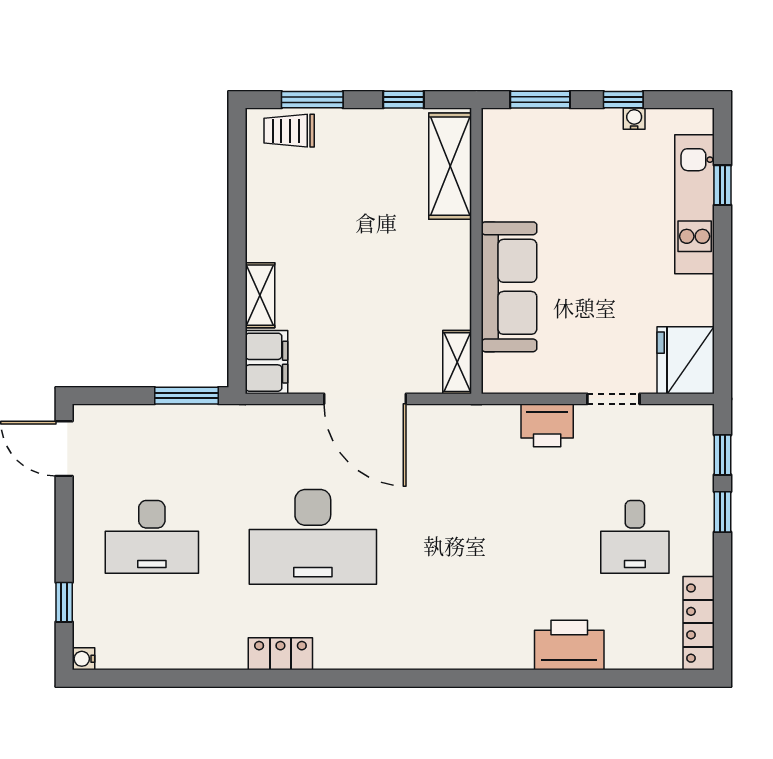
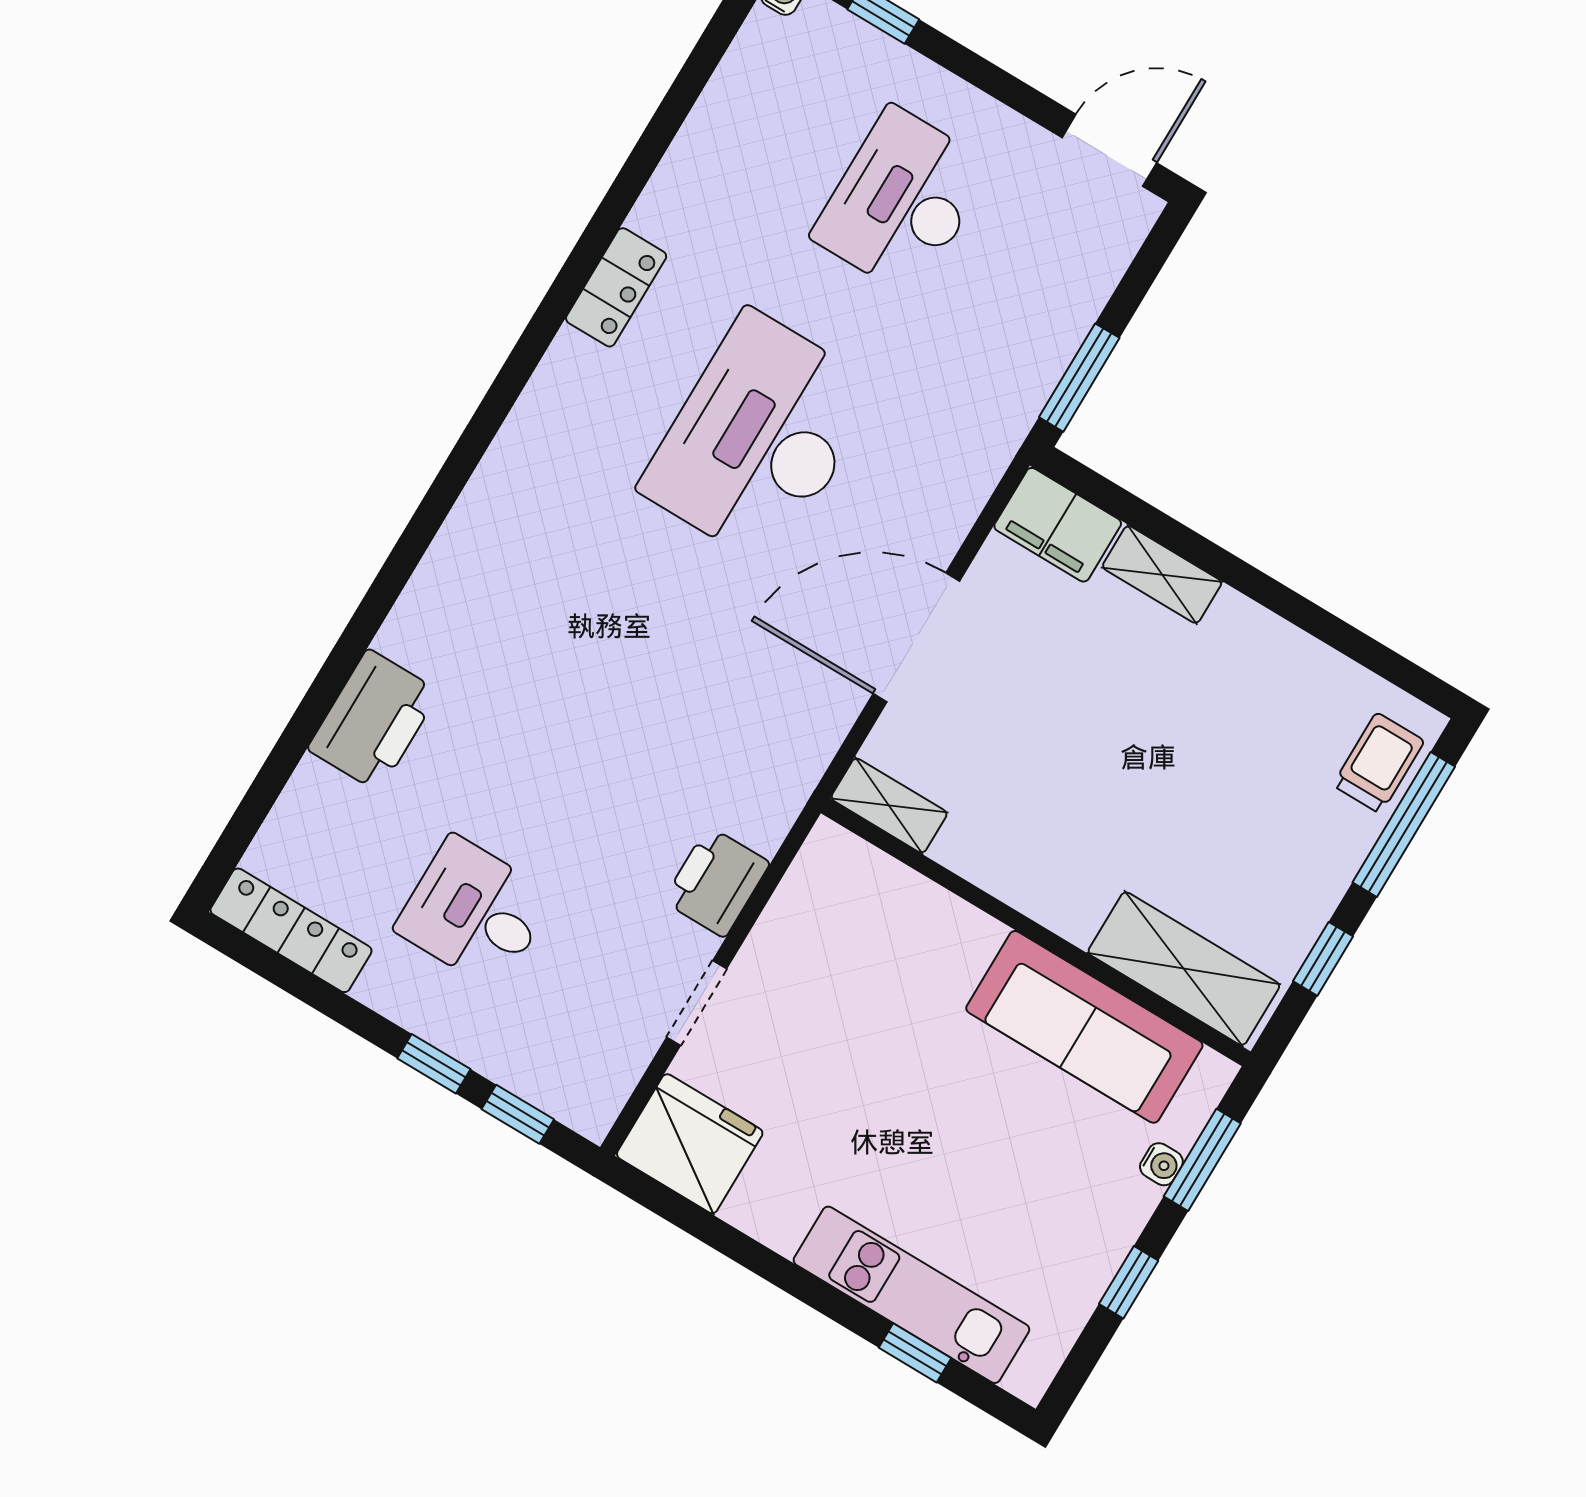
window: (312, 100) -> (1404, 824), width x1.44
water cooler: (634, 119) -> (1161, 1164), moved
sofa: (509, 287) -> (1084, 1027), moved

